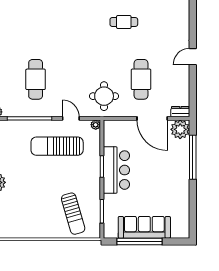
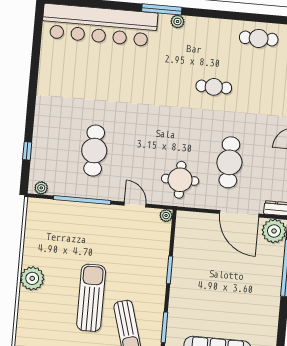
sun lounger: (57, 146) -> (91, 298), moved, turned 90
bar counter: (116, 170) -> (188, 276), removed

